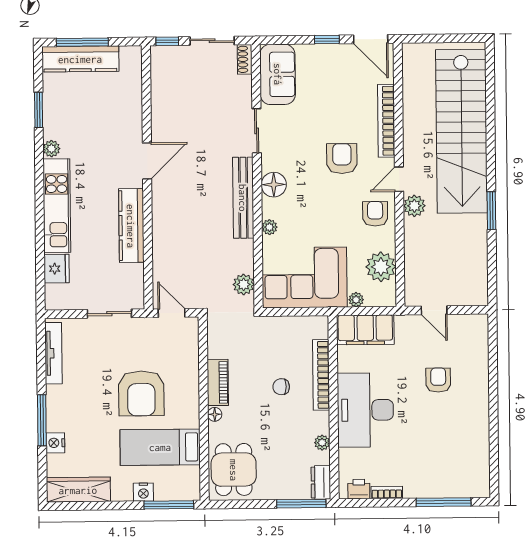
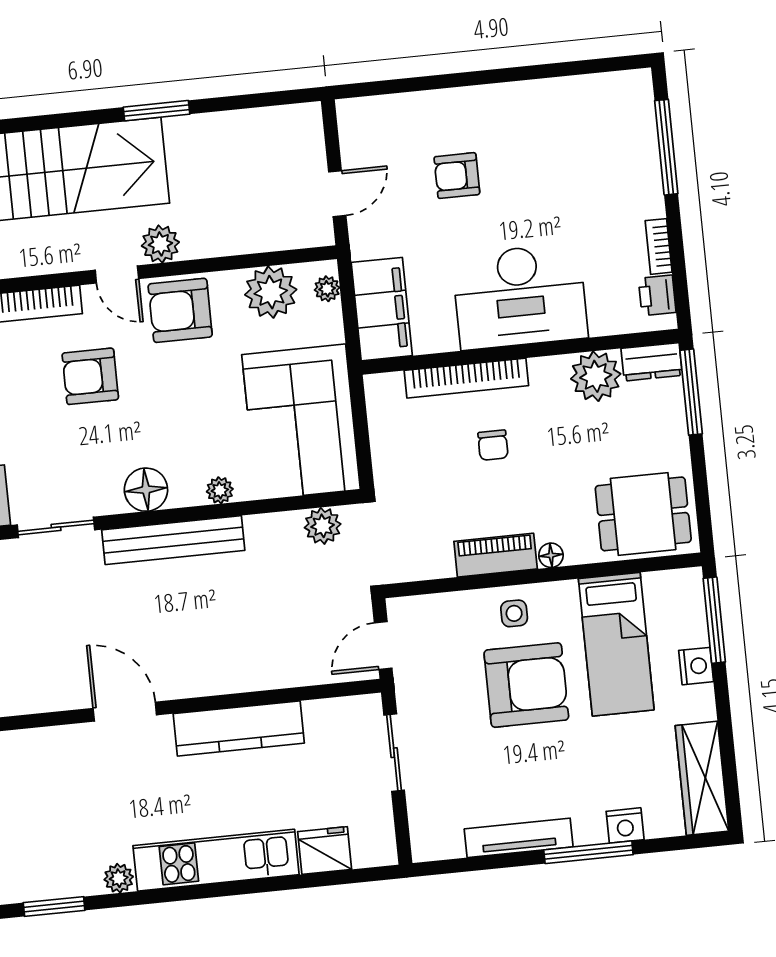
armchair: (375, 214) -> (180, 310), width x1.38, depth x1.38
plant: (356, 300) -> (327, 289), moved
tv unit: (53, 353) -> (519, 838), moved
side table: (183, 390) -> (514, 613), added
plant: (322, 443) -> (596, 376), width x1.88, depth x1.88

